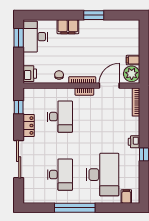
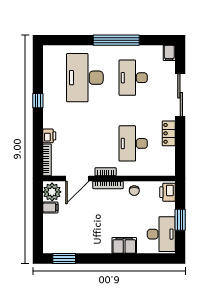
window: (94, 15) -> (64, 258), moved
window: (19, 38) -> (180, 220), moved
window: (19, 107) -> (180, 154), removed
printer: (134, 142) -> (49, 136), moved
filing cabinet: (126, 196) -> (169, 53), moved

